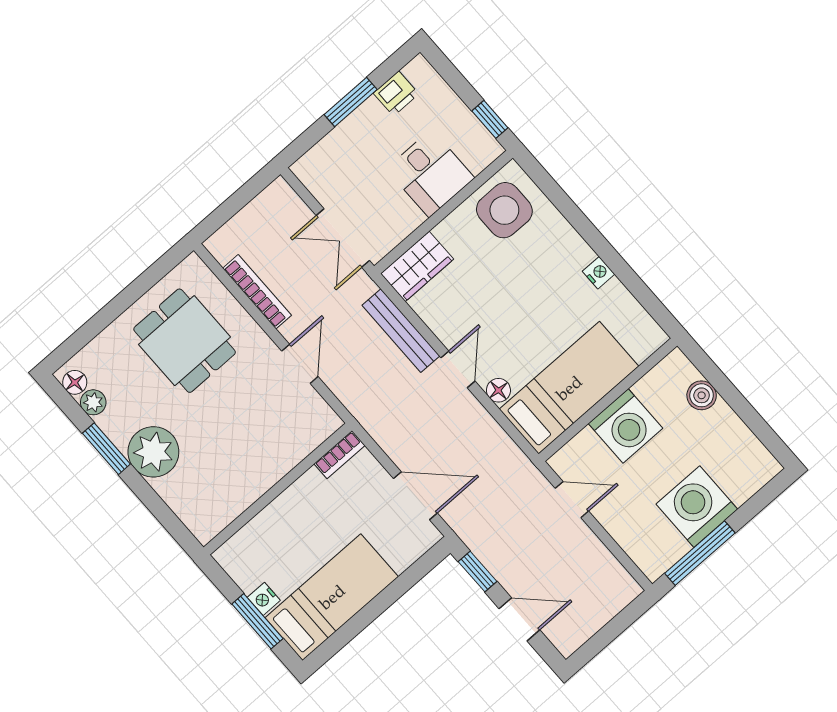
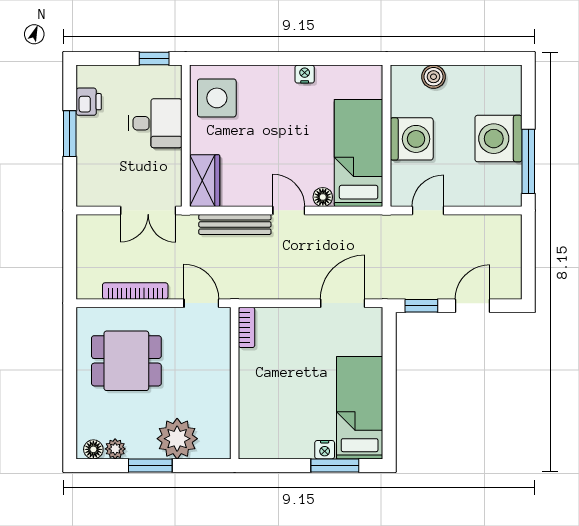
bookcase: (340, 455) -> (247, 327), moved
wall: (278, 489) -> (235, 383), moved

